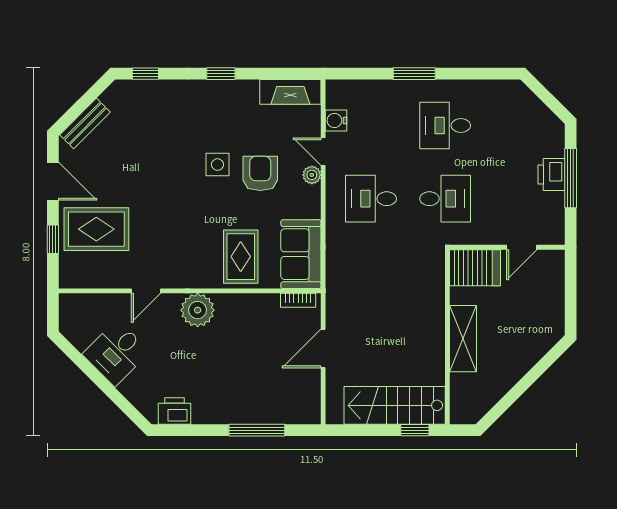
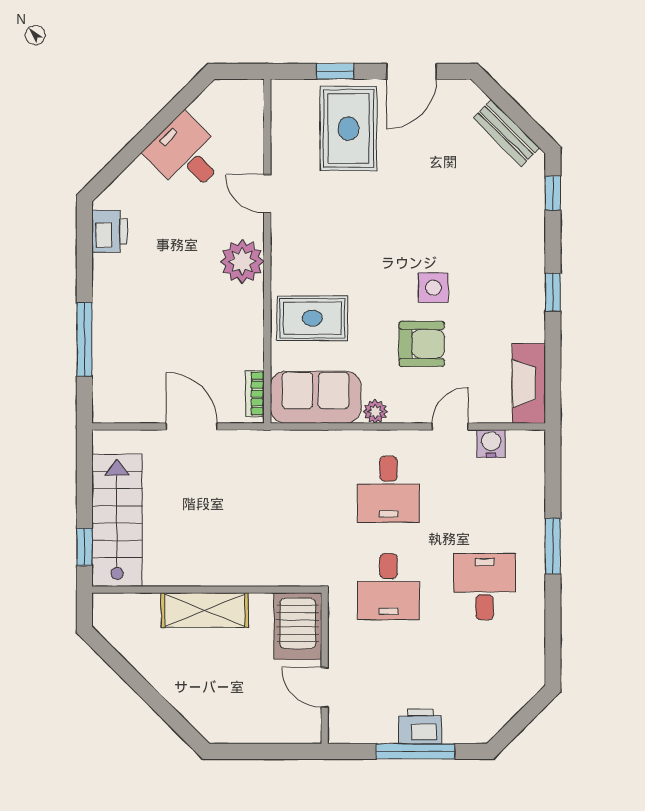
bench: (85, 123) -> (506, 133), moved
plant: (312, 175) -> (375, 412), moved
desk: (371, 199) -> (388, 489), turned 180

